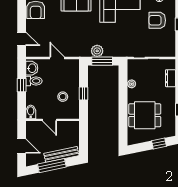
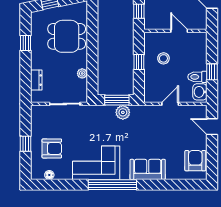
door: (57, 58) -> (170, 104), swing flipped
bidet: (31, 112) -> (201, 40), removed
window: (84, 137) -> (139, 11), added

